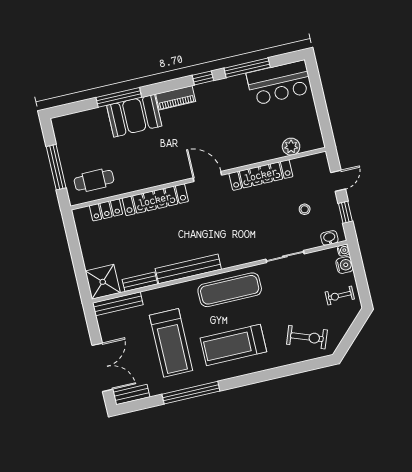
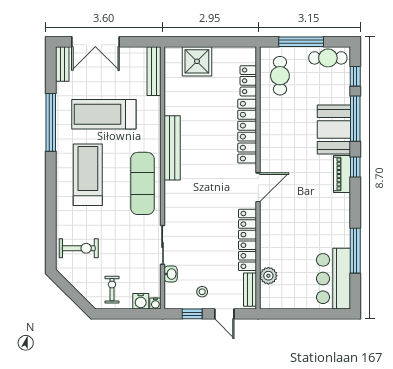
window: (203, 78) -> (355, 167), moved
window: (78, 107) -> (355, 76), added
cafe table: (66, 138) -> (328, 58), added
stool: (305, 209) -> (202, 292), moved
washbasin: (329, 238) -> (171, 274), moved
shower: (103, 282) -> (197, 61), moved
bench: (140, 282) -> (250, 290), moved
exercise bike: (307, 337) -> (79, 248), turned -110

